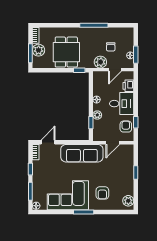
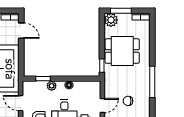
plant: (39, 50) -> (111, 20), moved
plant: (100, 62) -> (111, 89), removed
door: (115, 70) -> (102, 106), swing flipped

